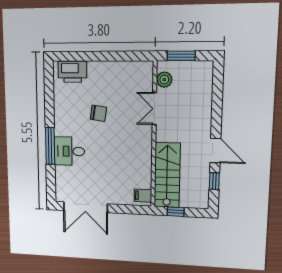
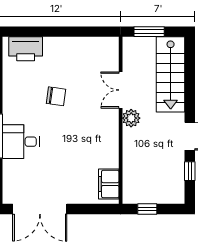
plant: (164, 80) -> (131, 118), moved
stairs: (167, 175) -> (171, 74), moved, turned 180
filing cabinet: (143, 196) -> (109, 184), width x2.00

